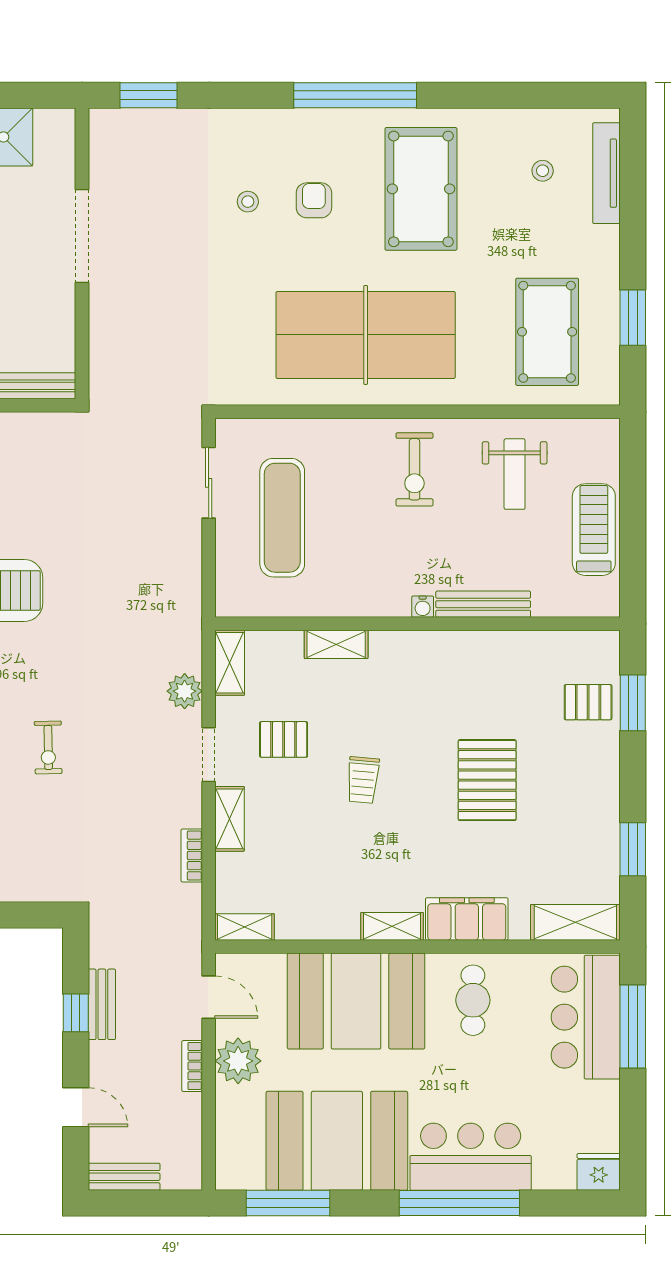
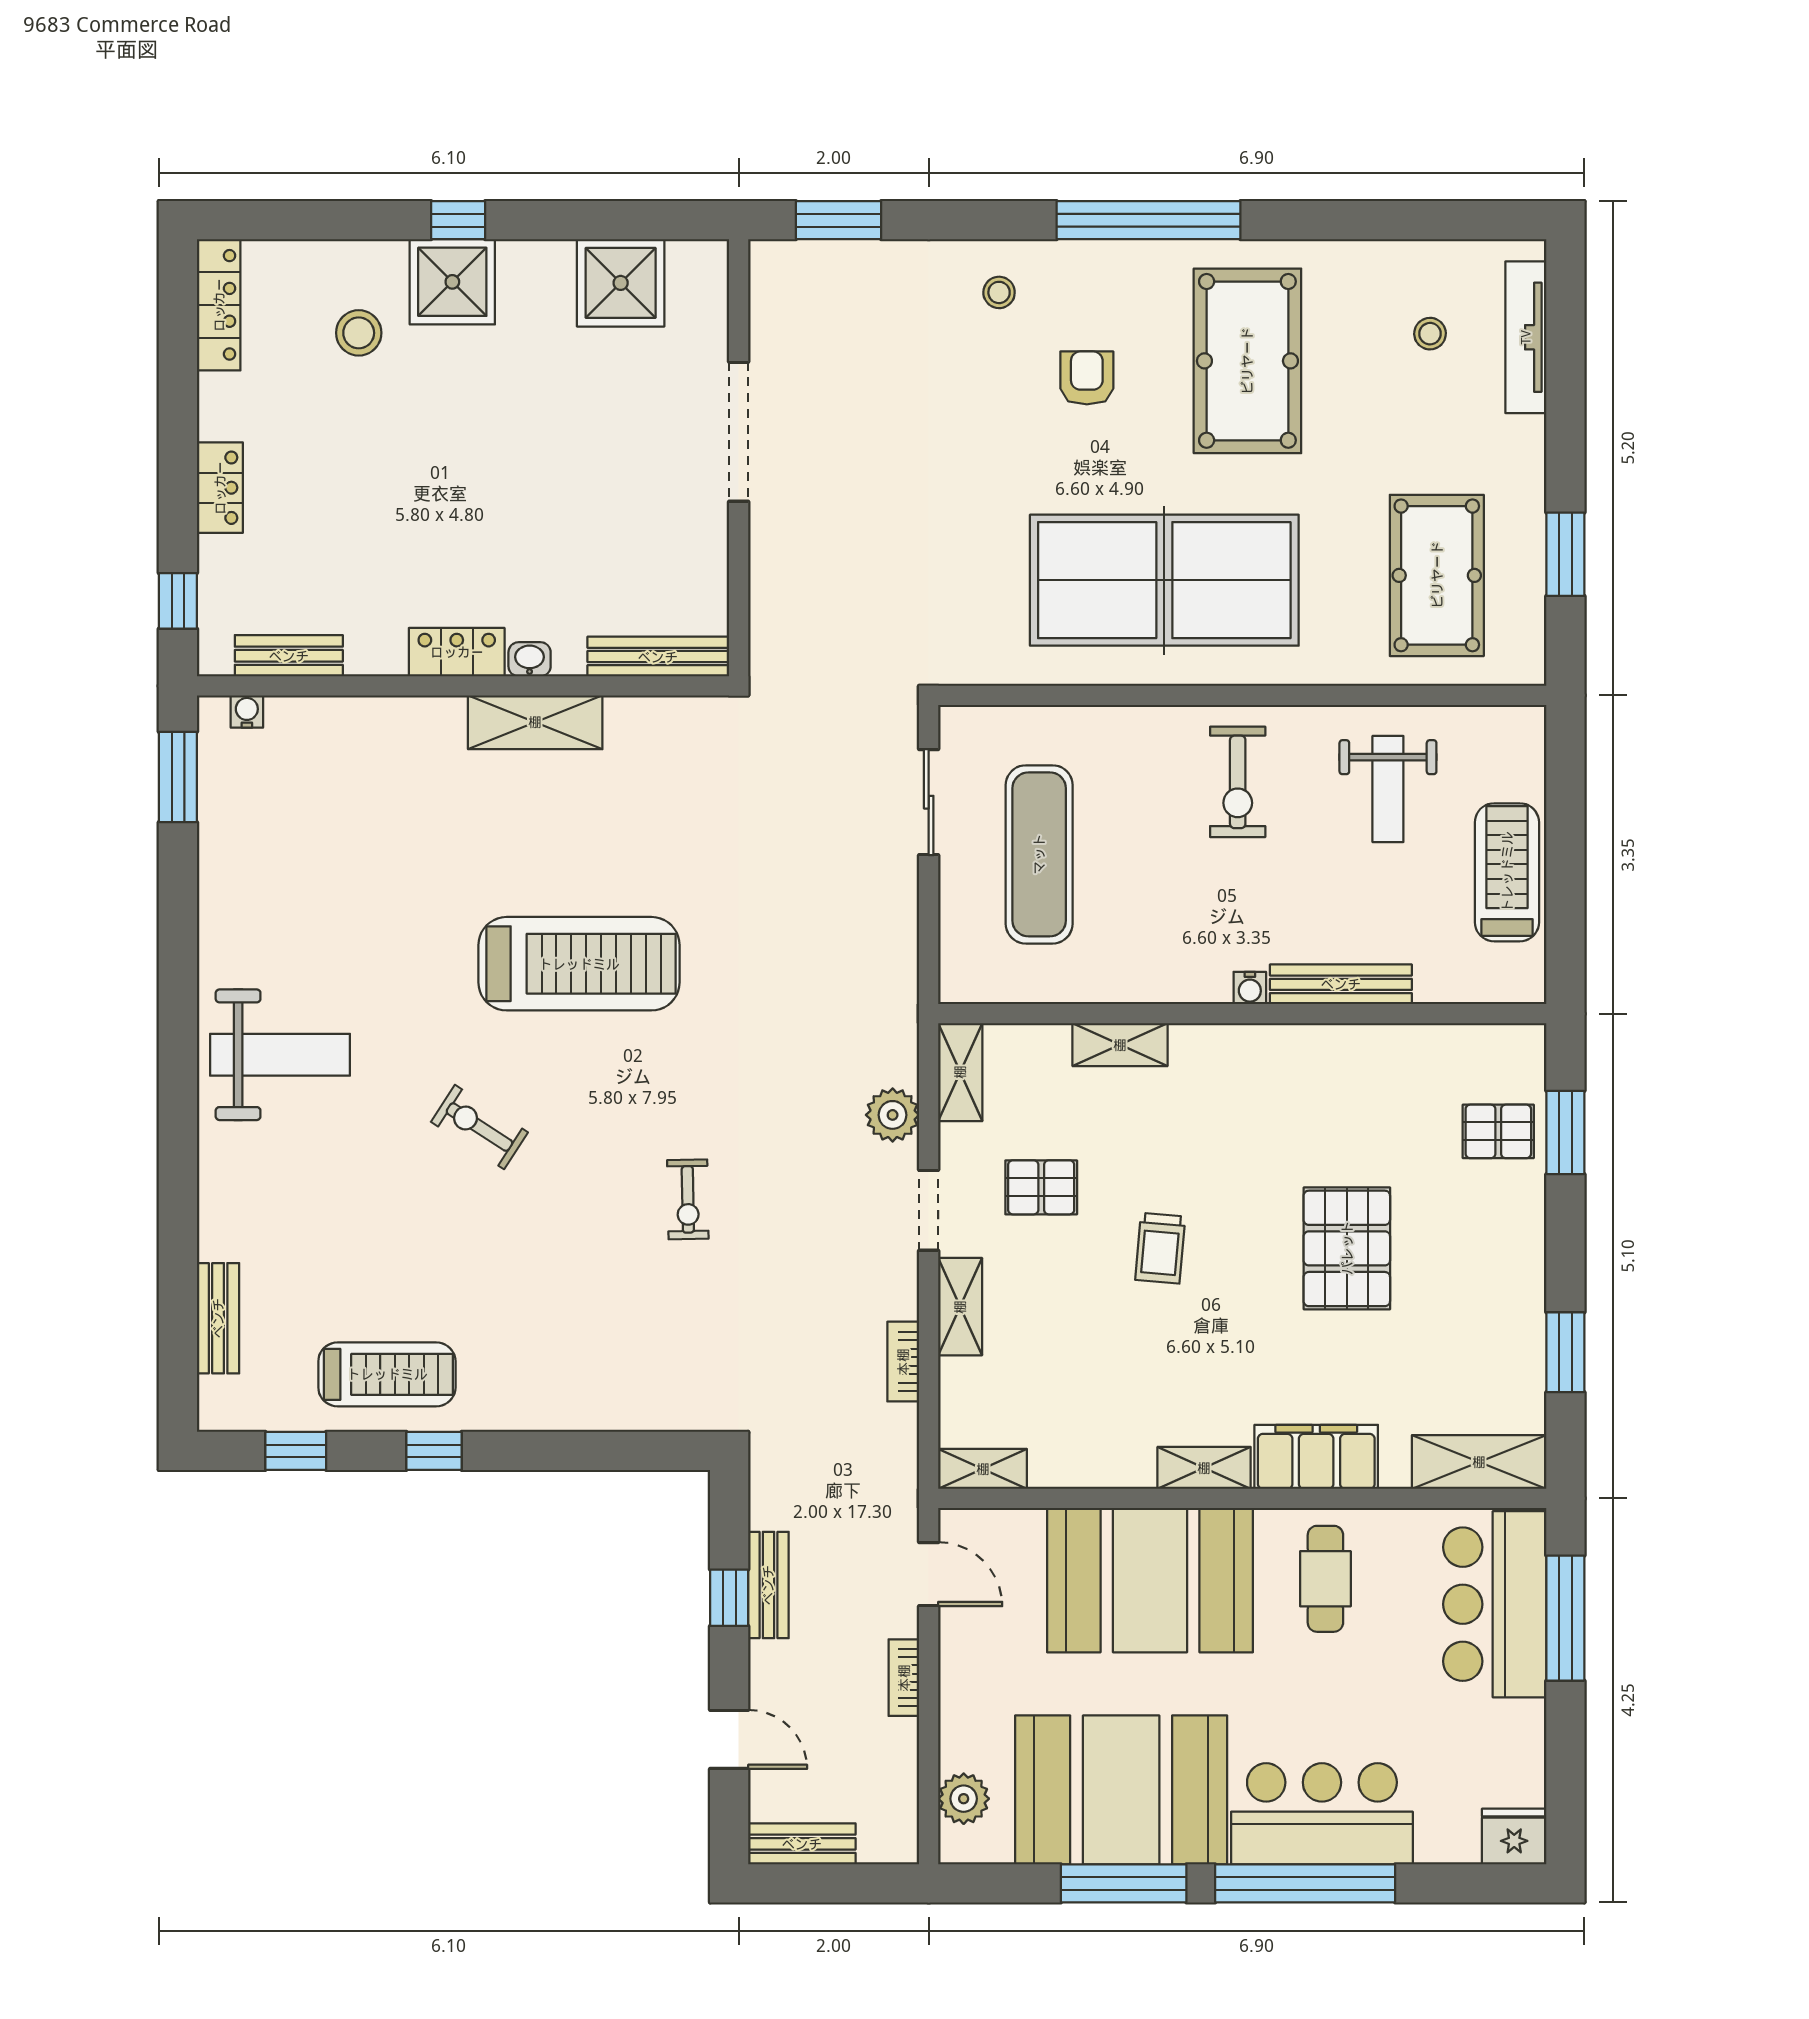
stool: (248, 202) -> (999, 292), moved
plant: (238, 1061) -> (964, 1799), moved, width x0.73, depth x0.73
window: (288, 1203) -> (1124, 1883), moved

